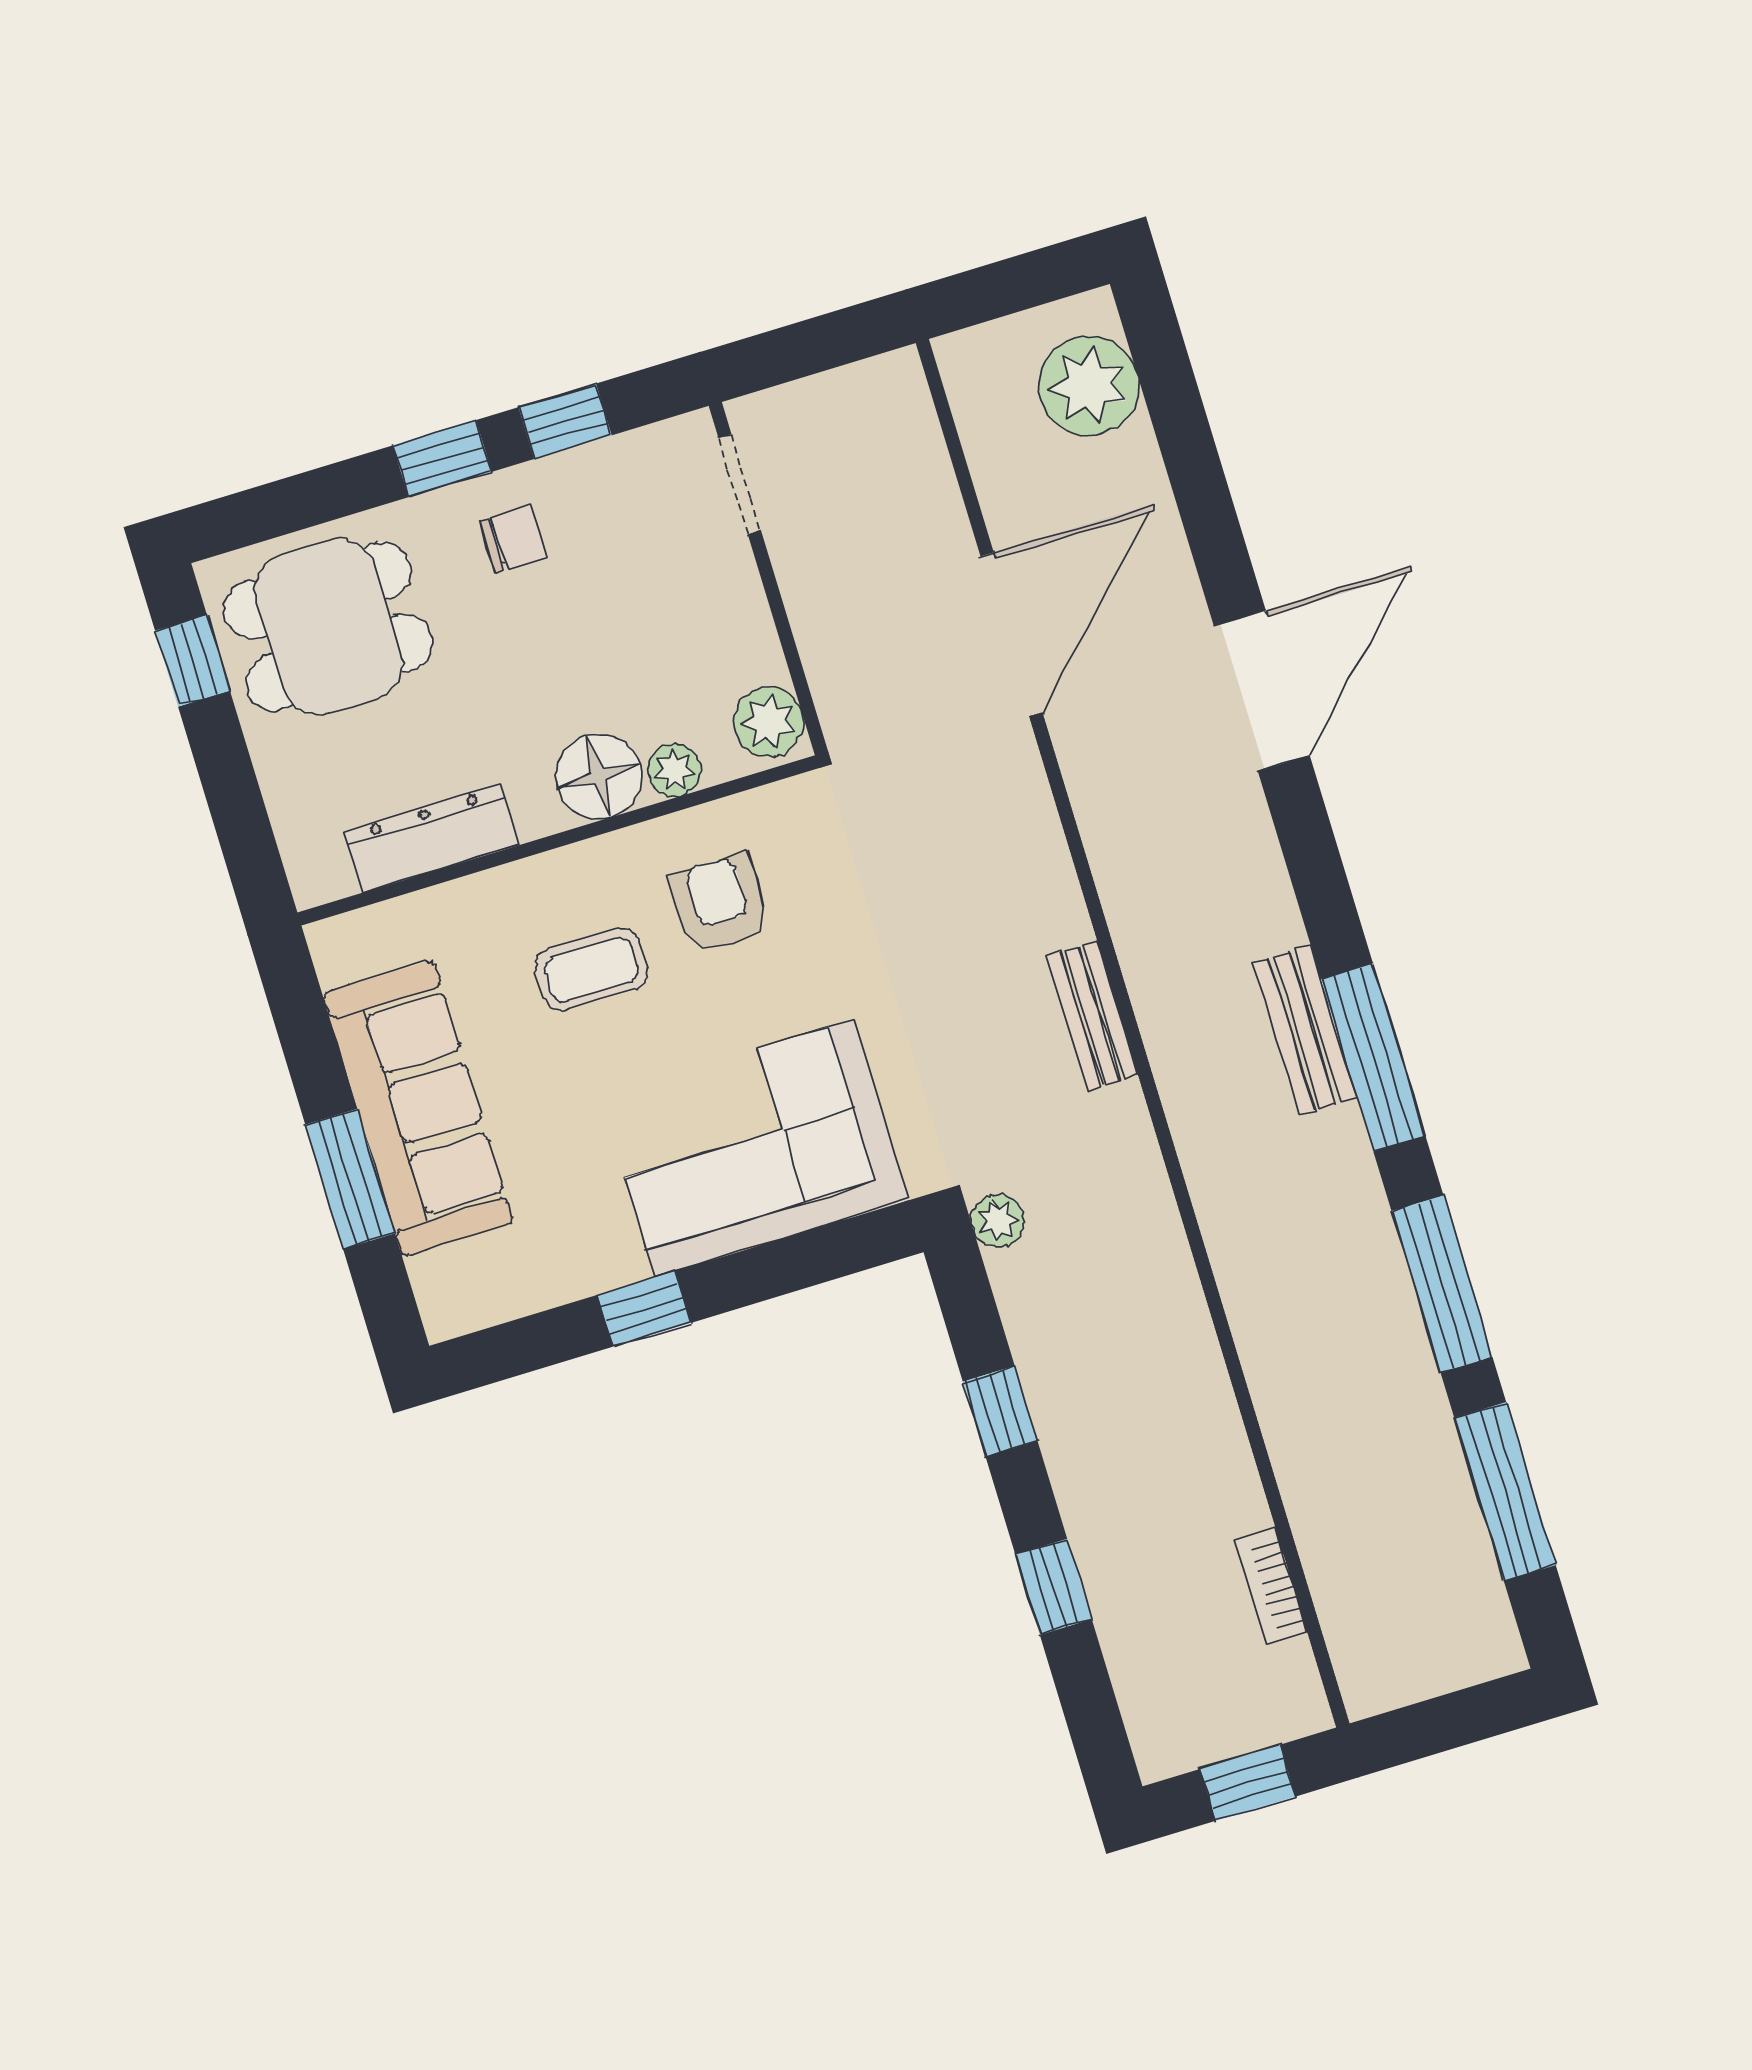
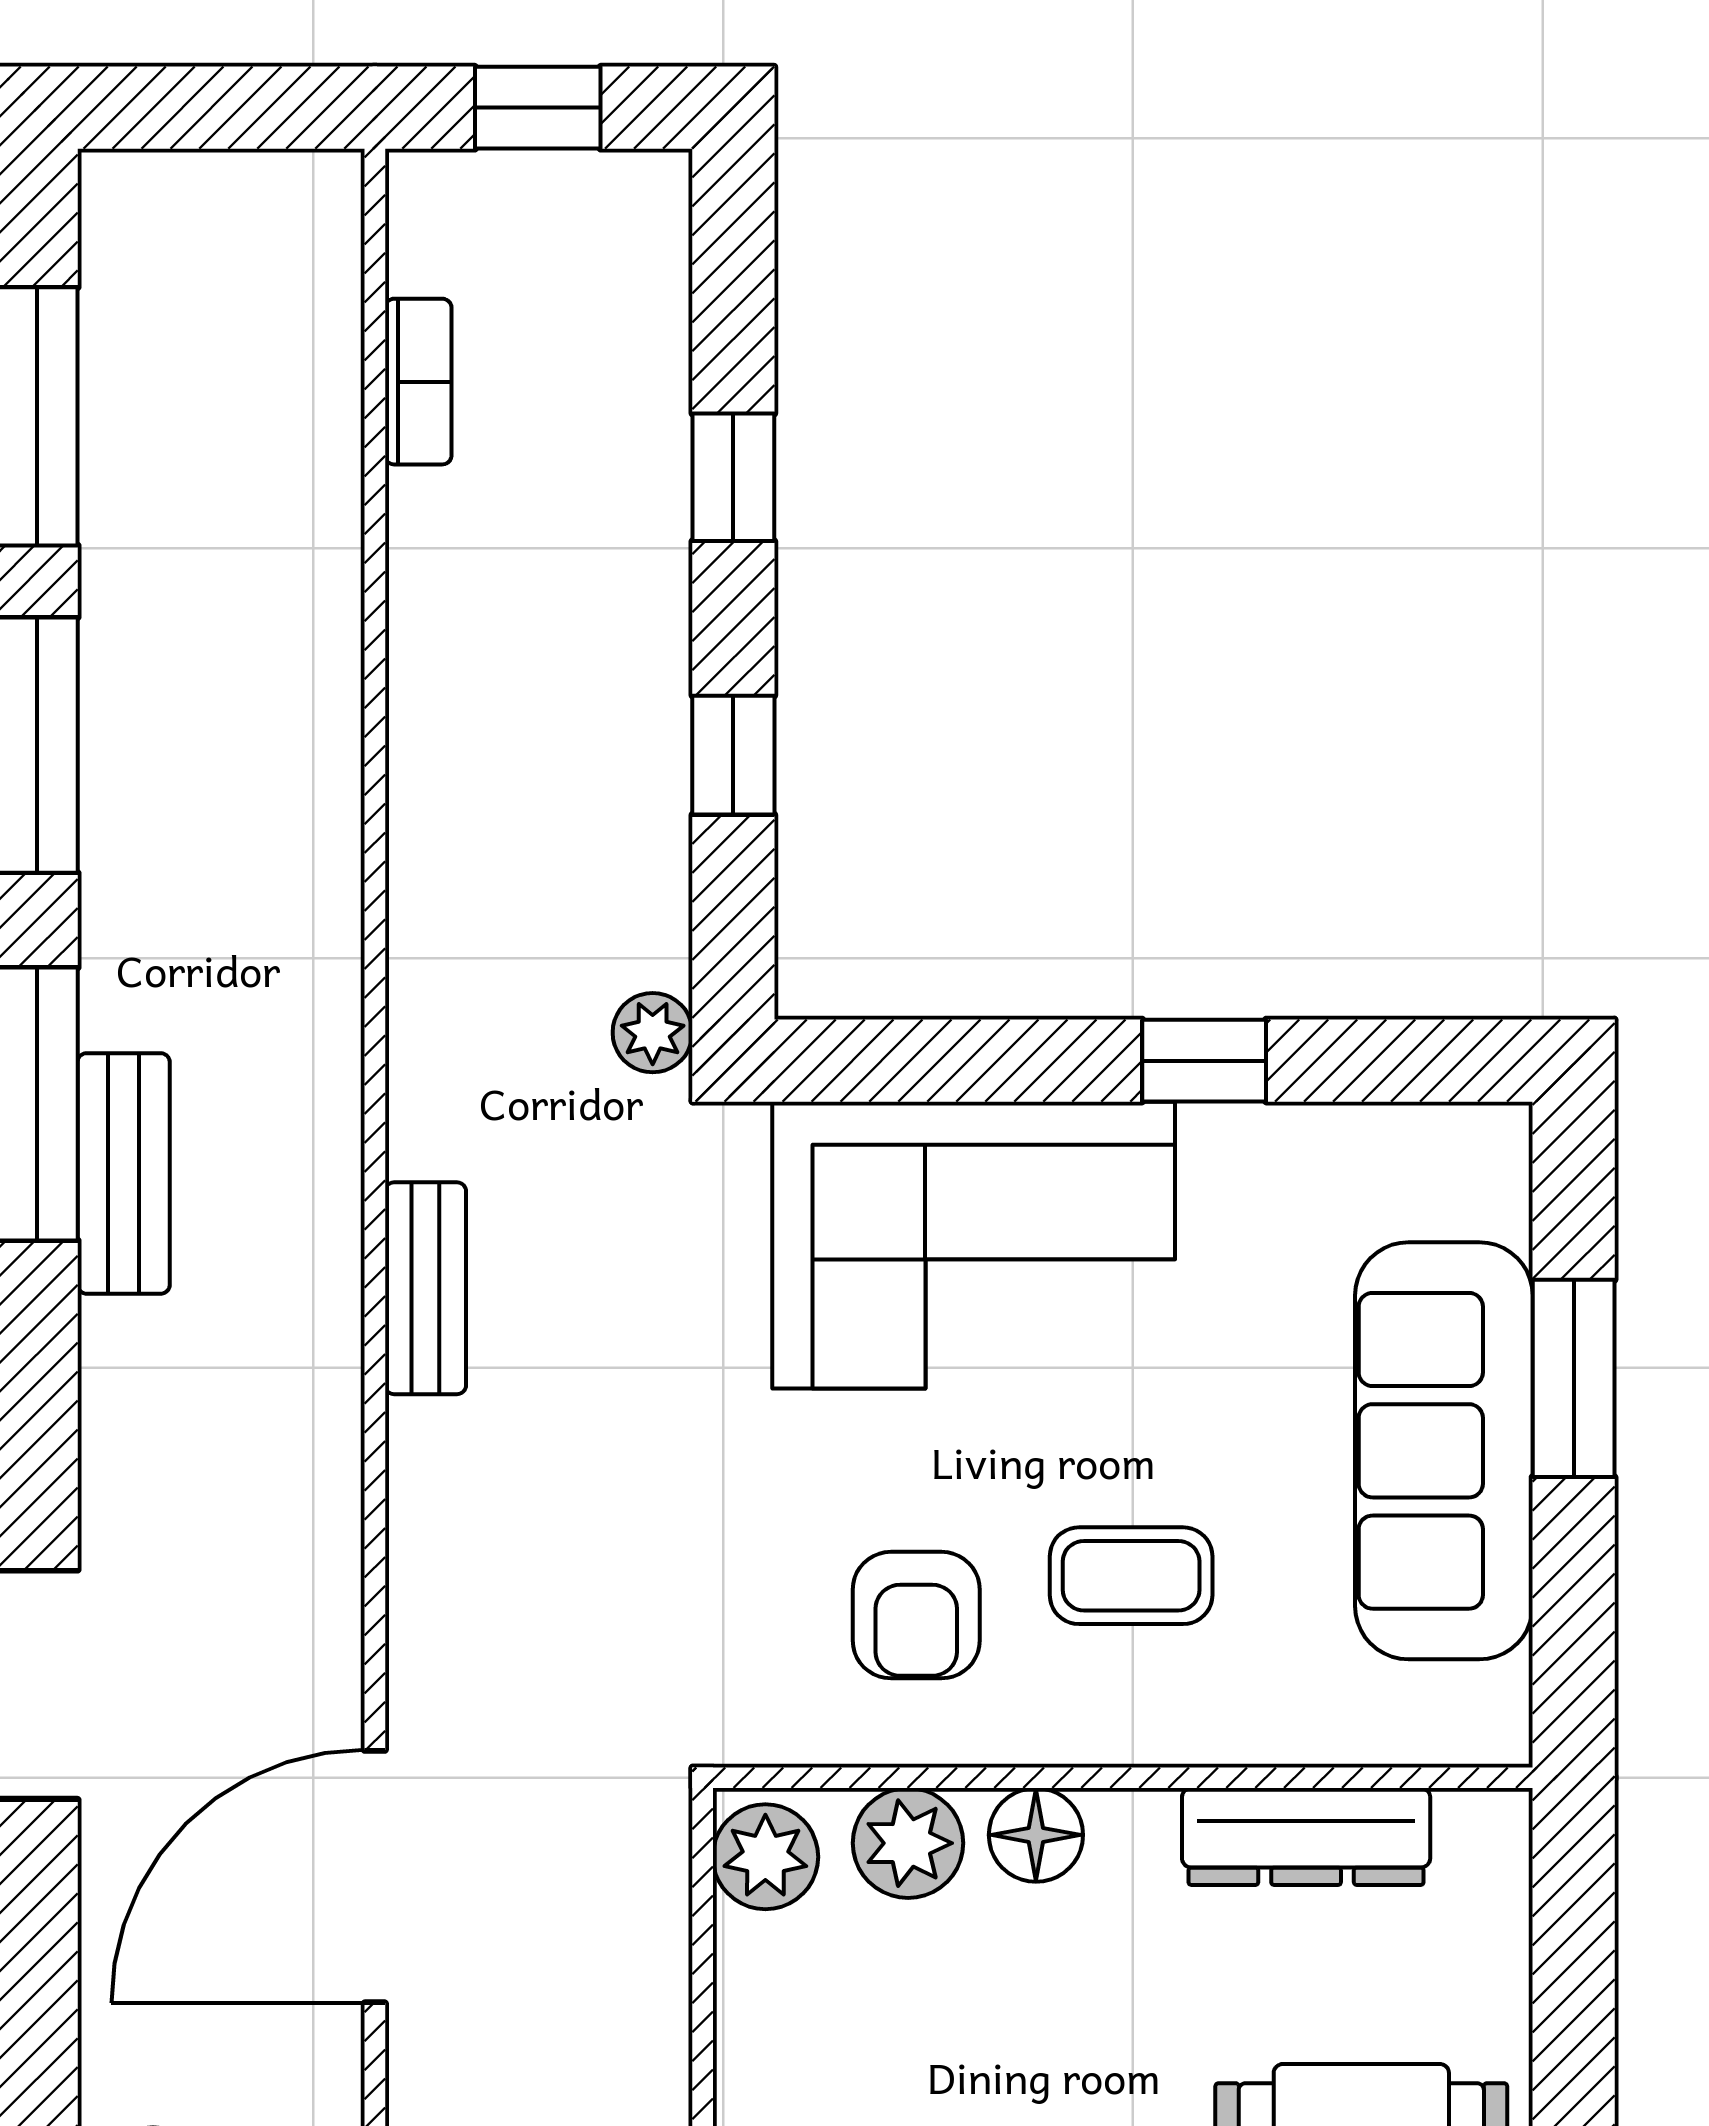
plant: (675, 770) -> (908, 1843), width x1.38, depth x1.38
floor lamp: (599, 776) -> (1036, 1835), width x0.73, depth x0.73

